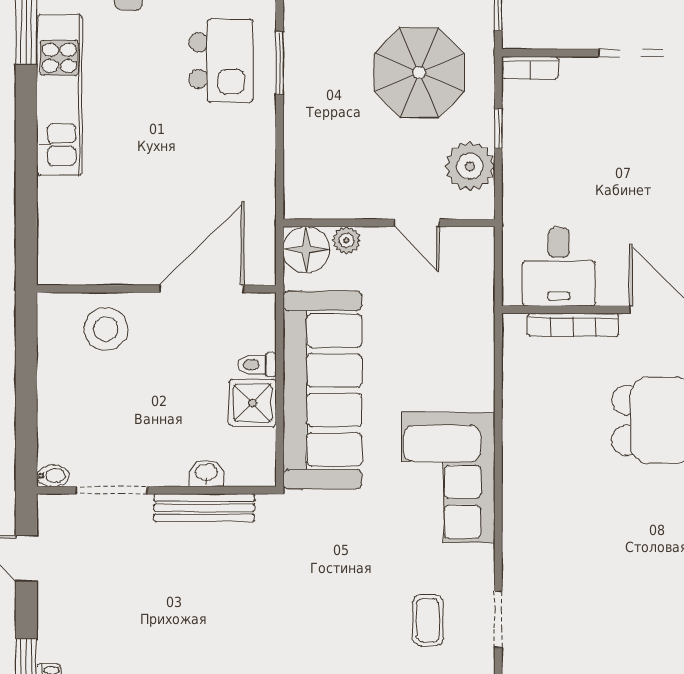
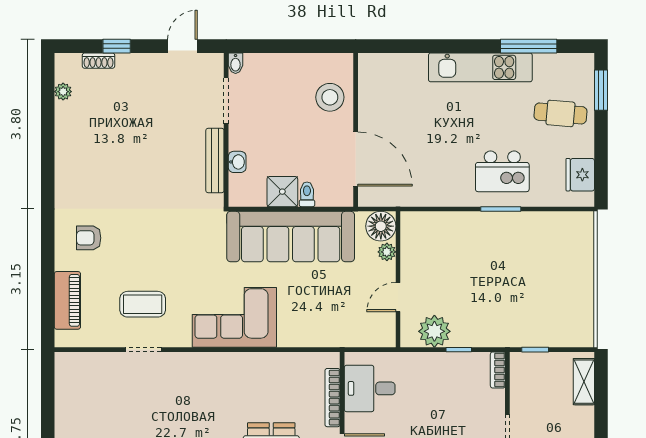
parasol: (419, 73) -> (495, 299), removed
coffee table: (428, 620) -> (143, 304), width x1.36, depth x1.30

